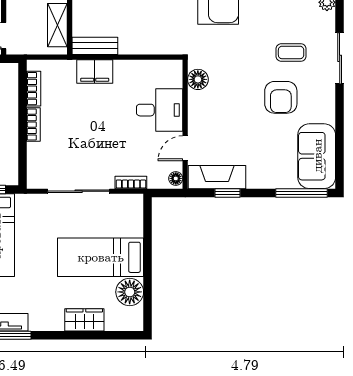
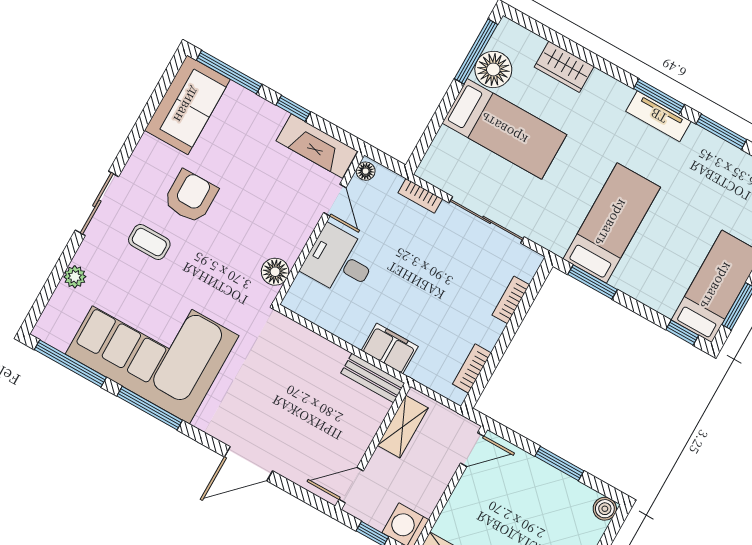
bookcase: (33, 125) -> (511, 300), moved
door: (185, 148) -> (335, 200), hinge flipped
window: (228, 193) -> (293, 108), moved
window: (148, 297) -> (476, 52), added

